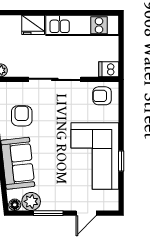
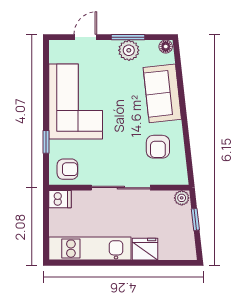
window: (121, 161) -> (46, 142), moved
plant: (31, 201) -> (129, 50), moved

